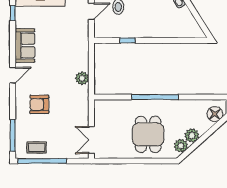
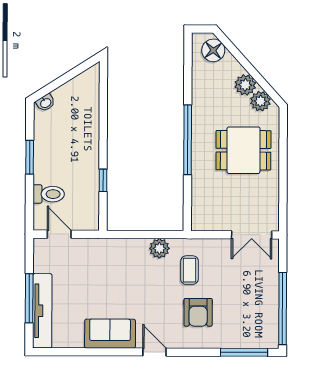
window: (13, 13) -> (62, 352), removed
coffee table: (37, 147) -> (189, 270), moved

